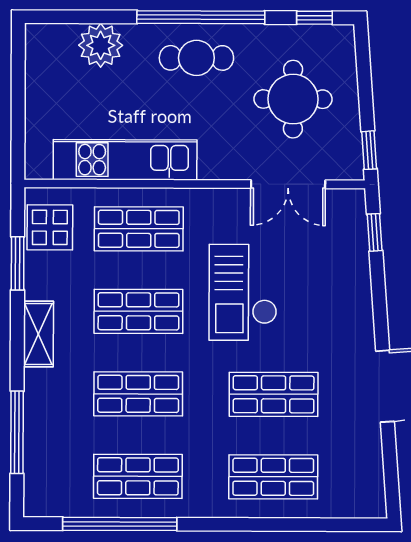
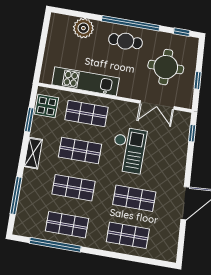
window: (369, 150) -> (198, 80), moved
checkout: (243, 292) -> (128, 150), turned 180

